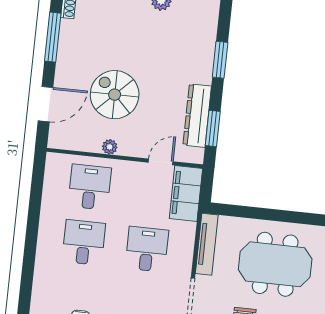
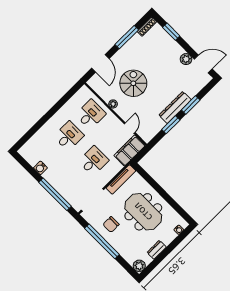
door: (46, 104) -> (100, 63), hinge flipped
dresser: (197, 116) -> (175, 107), moved
window: (213, 129) -> (171, 125), moved
door: (161, 162) -> (130, 128), hinge flipped

